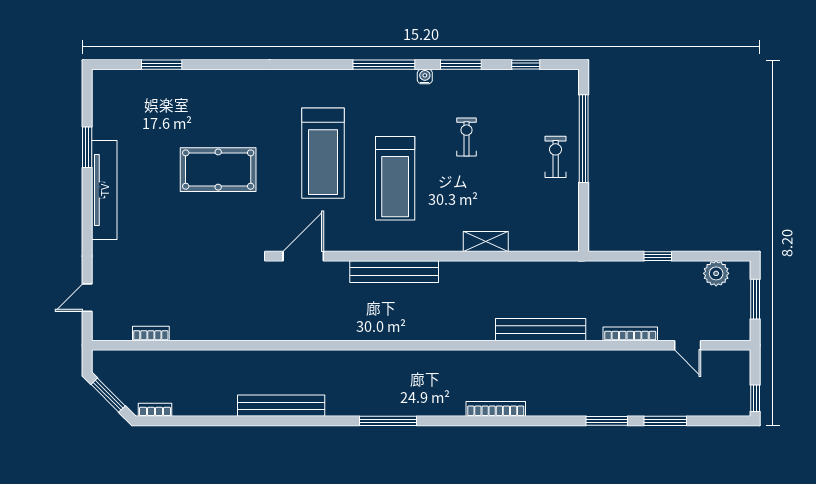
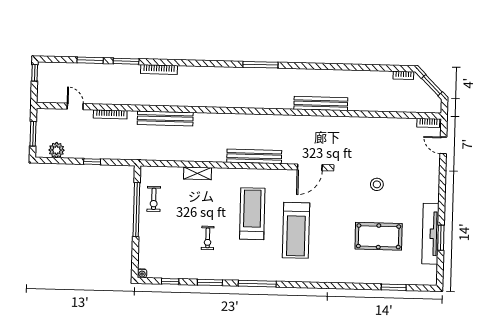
water cooler: (425, 77) -> (142, 273), moved
window: (584, 139) -> (136, 210), moved
treadmill: (323, 153) -> (296, 230), turned 180
exercise bike: (556, 157) -> (154, 199), moved
pool table: (218, 170) -> (379, 236), moved
tv unit: (104, 190) -> (430, 234), moved
stool: (194, 231) -> (377, 184), added
door: (87, 298) -> (443, 145), swing flipped
bookcase: (151, 333) -> (428, 123), moved
bench: (281, 406) -> (321, 103), moved
bookcase: (496, 409) -> (159, 69), moved

